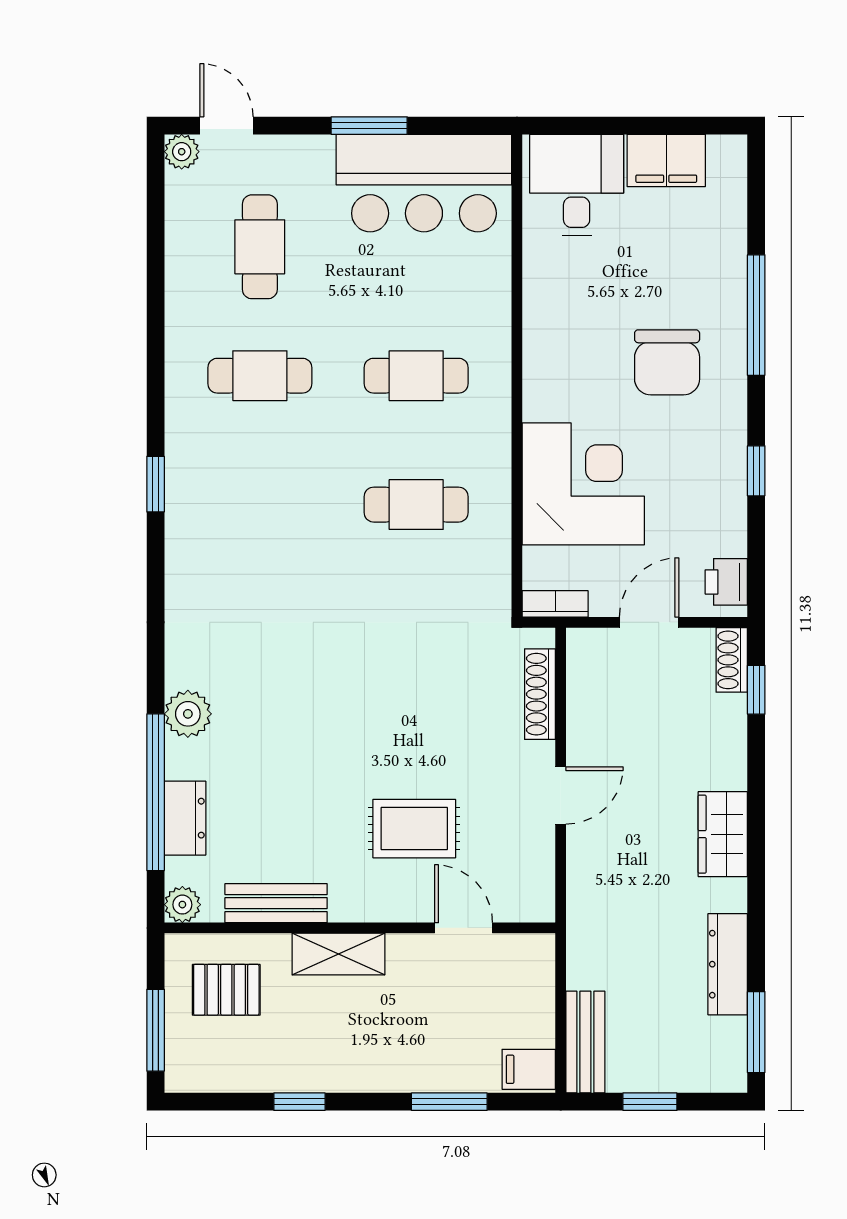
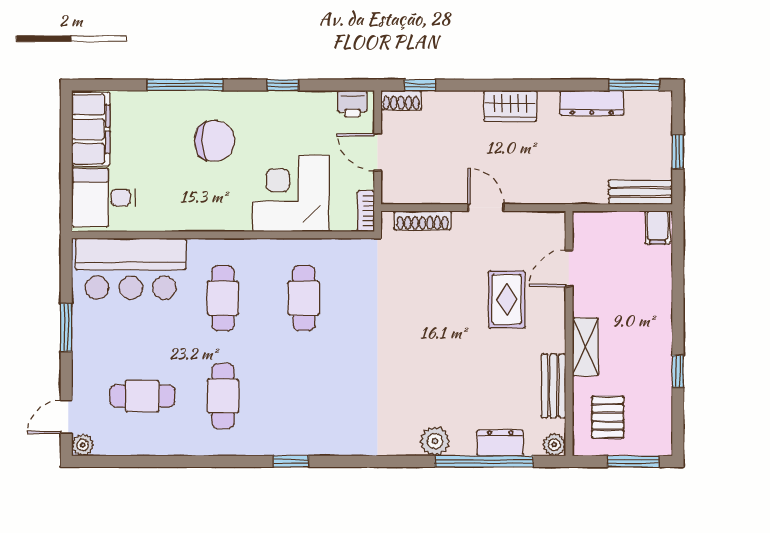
filing cabinet: (666, 160) -> (91, 129), width x1.50, depth x1.17
bar counter: (424, 183) -> (131, 269), moved, turned 90
window: (449, 1102) -> (678, 277), removed

